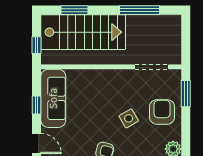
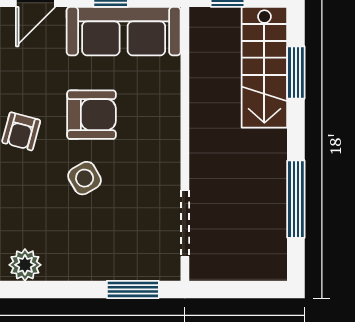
stairs: (83, 32) -> (264, 67), width x0.73, depth x0.66
armchair: (162, 112) -> (91, 115), moved

